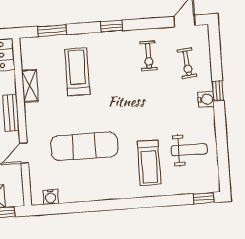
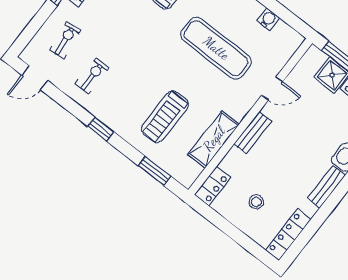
shelving: (30, 86) -> (214, 139), width x1.50, depth x1.33
water cooler: (51, 197) -> (268, 19), moved

